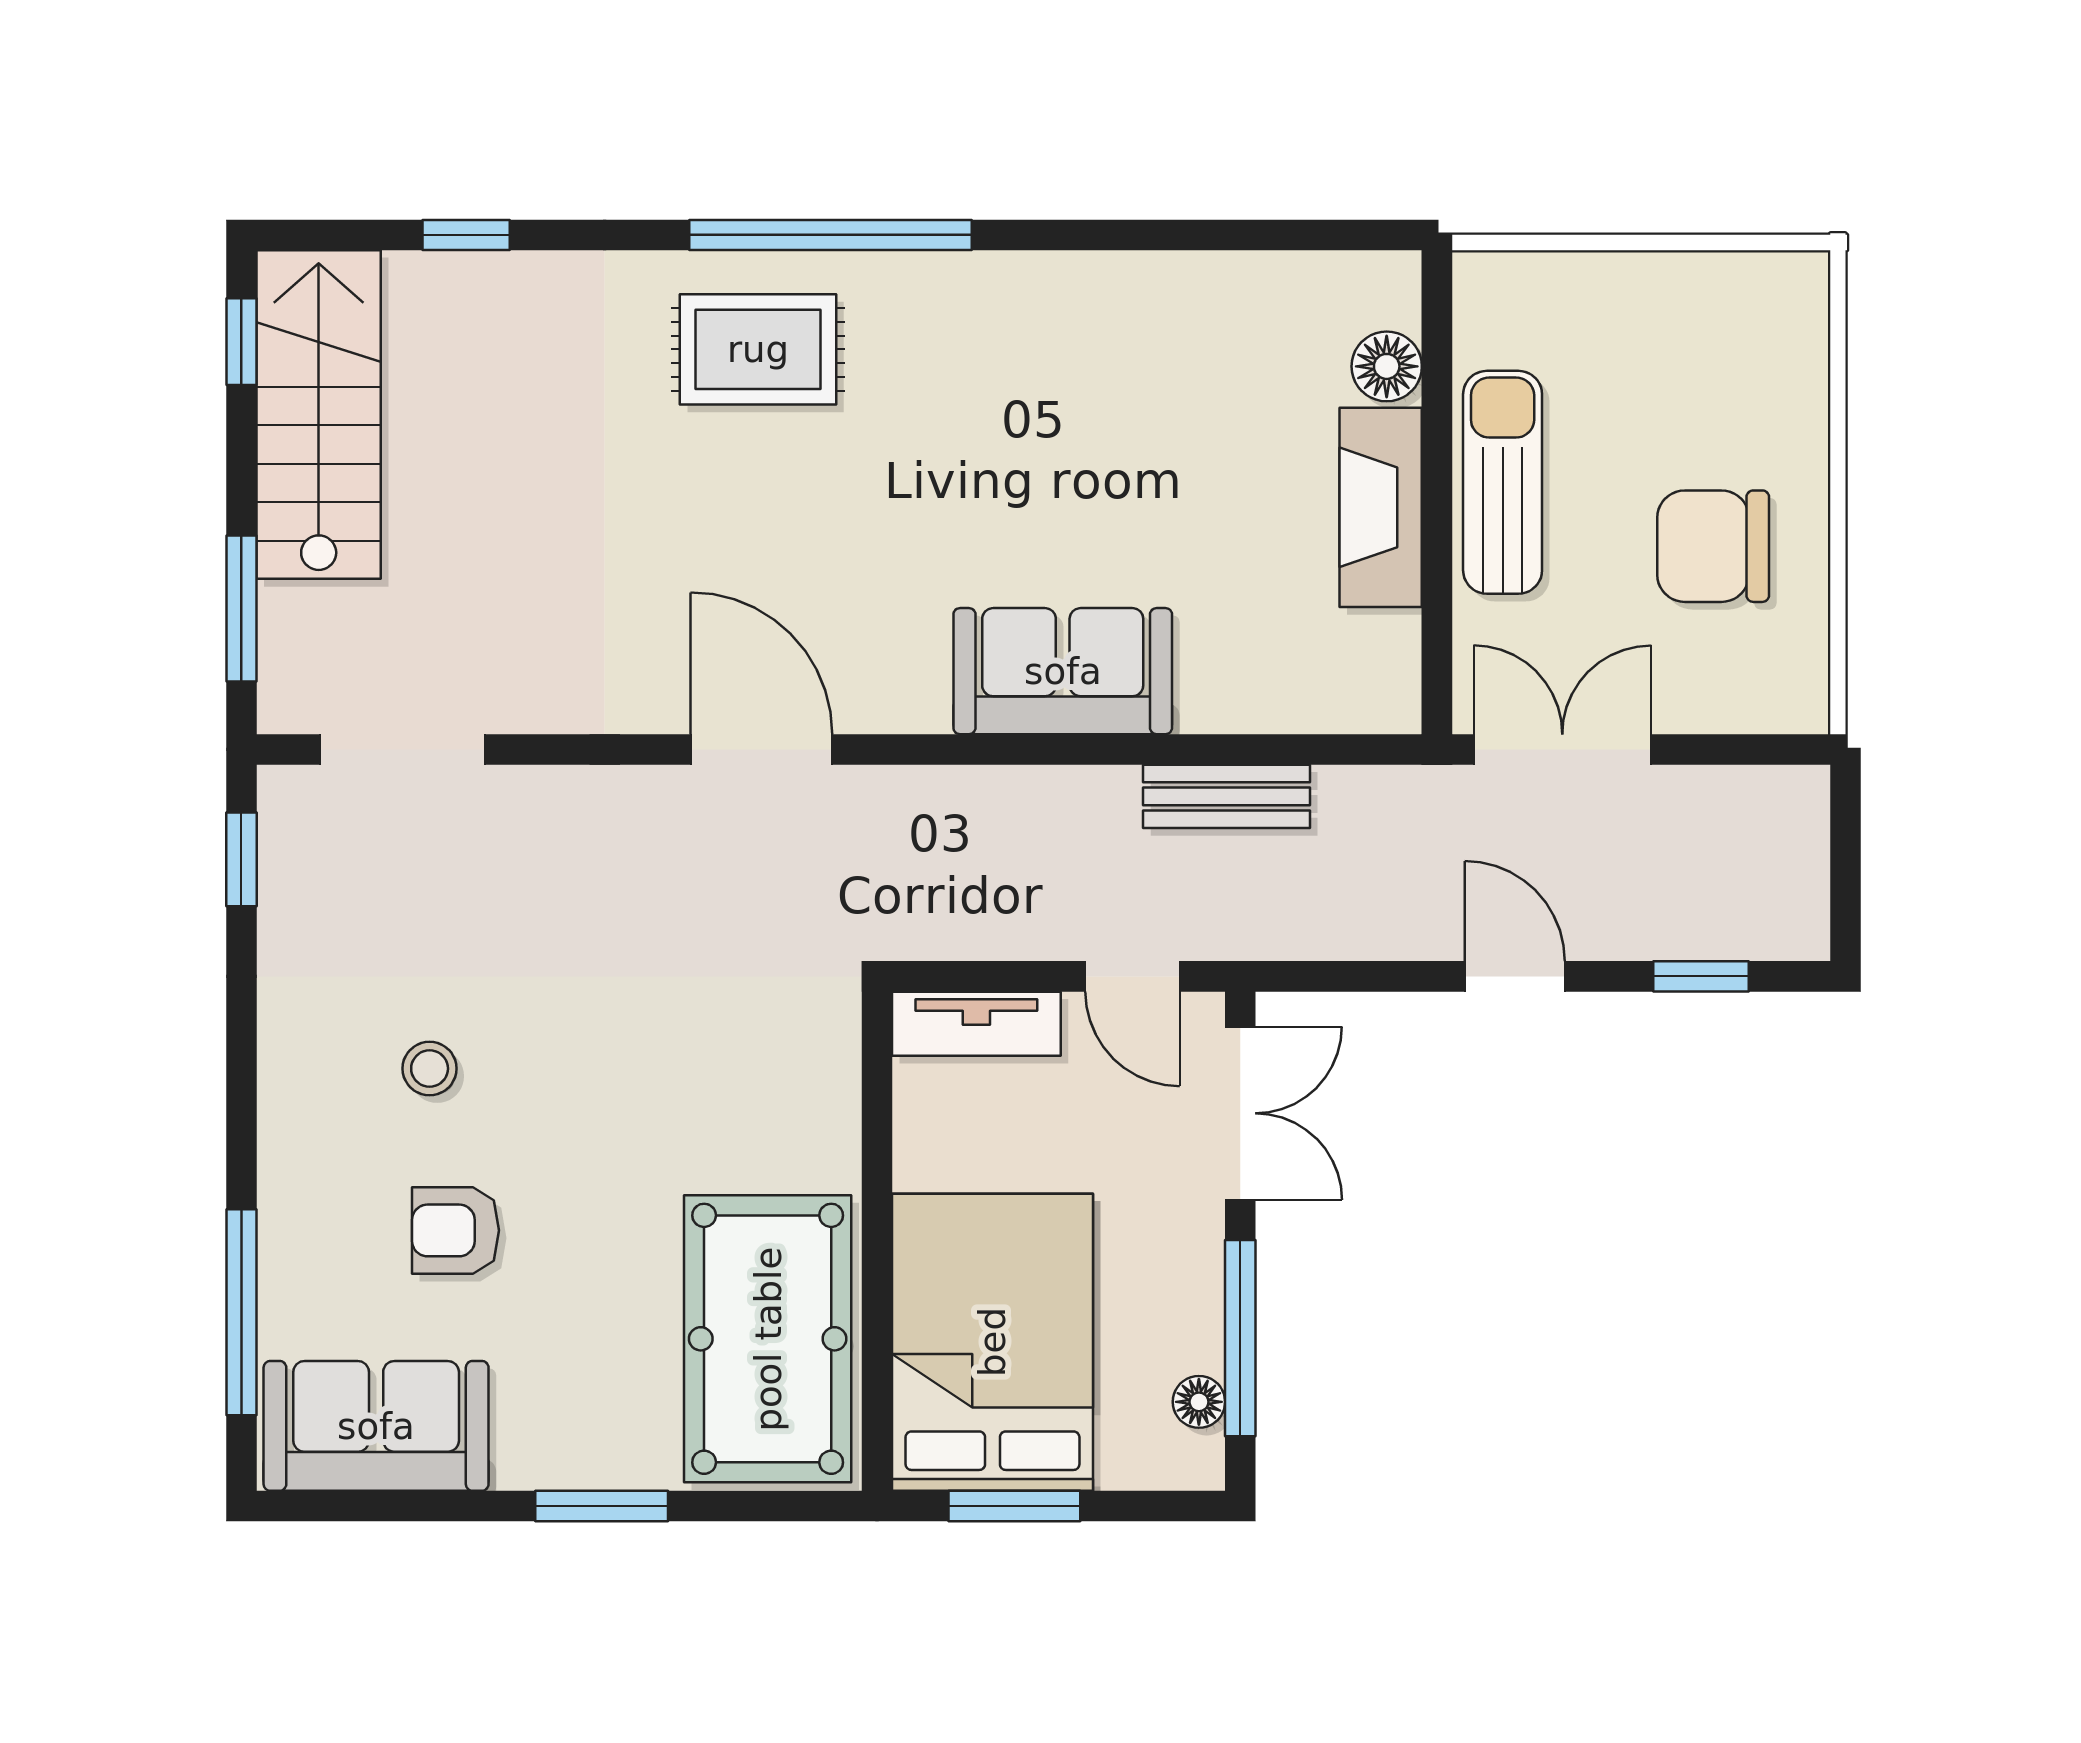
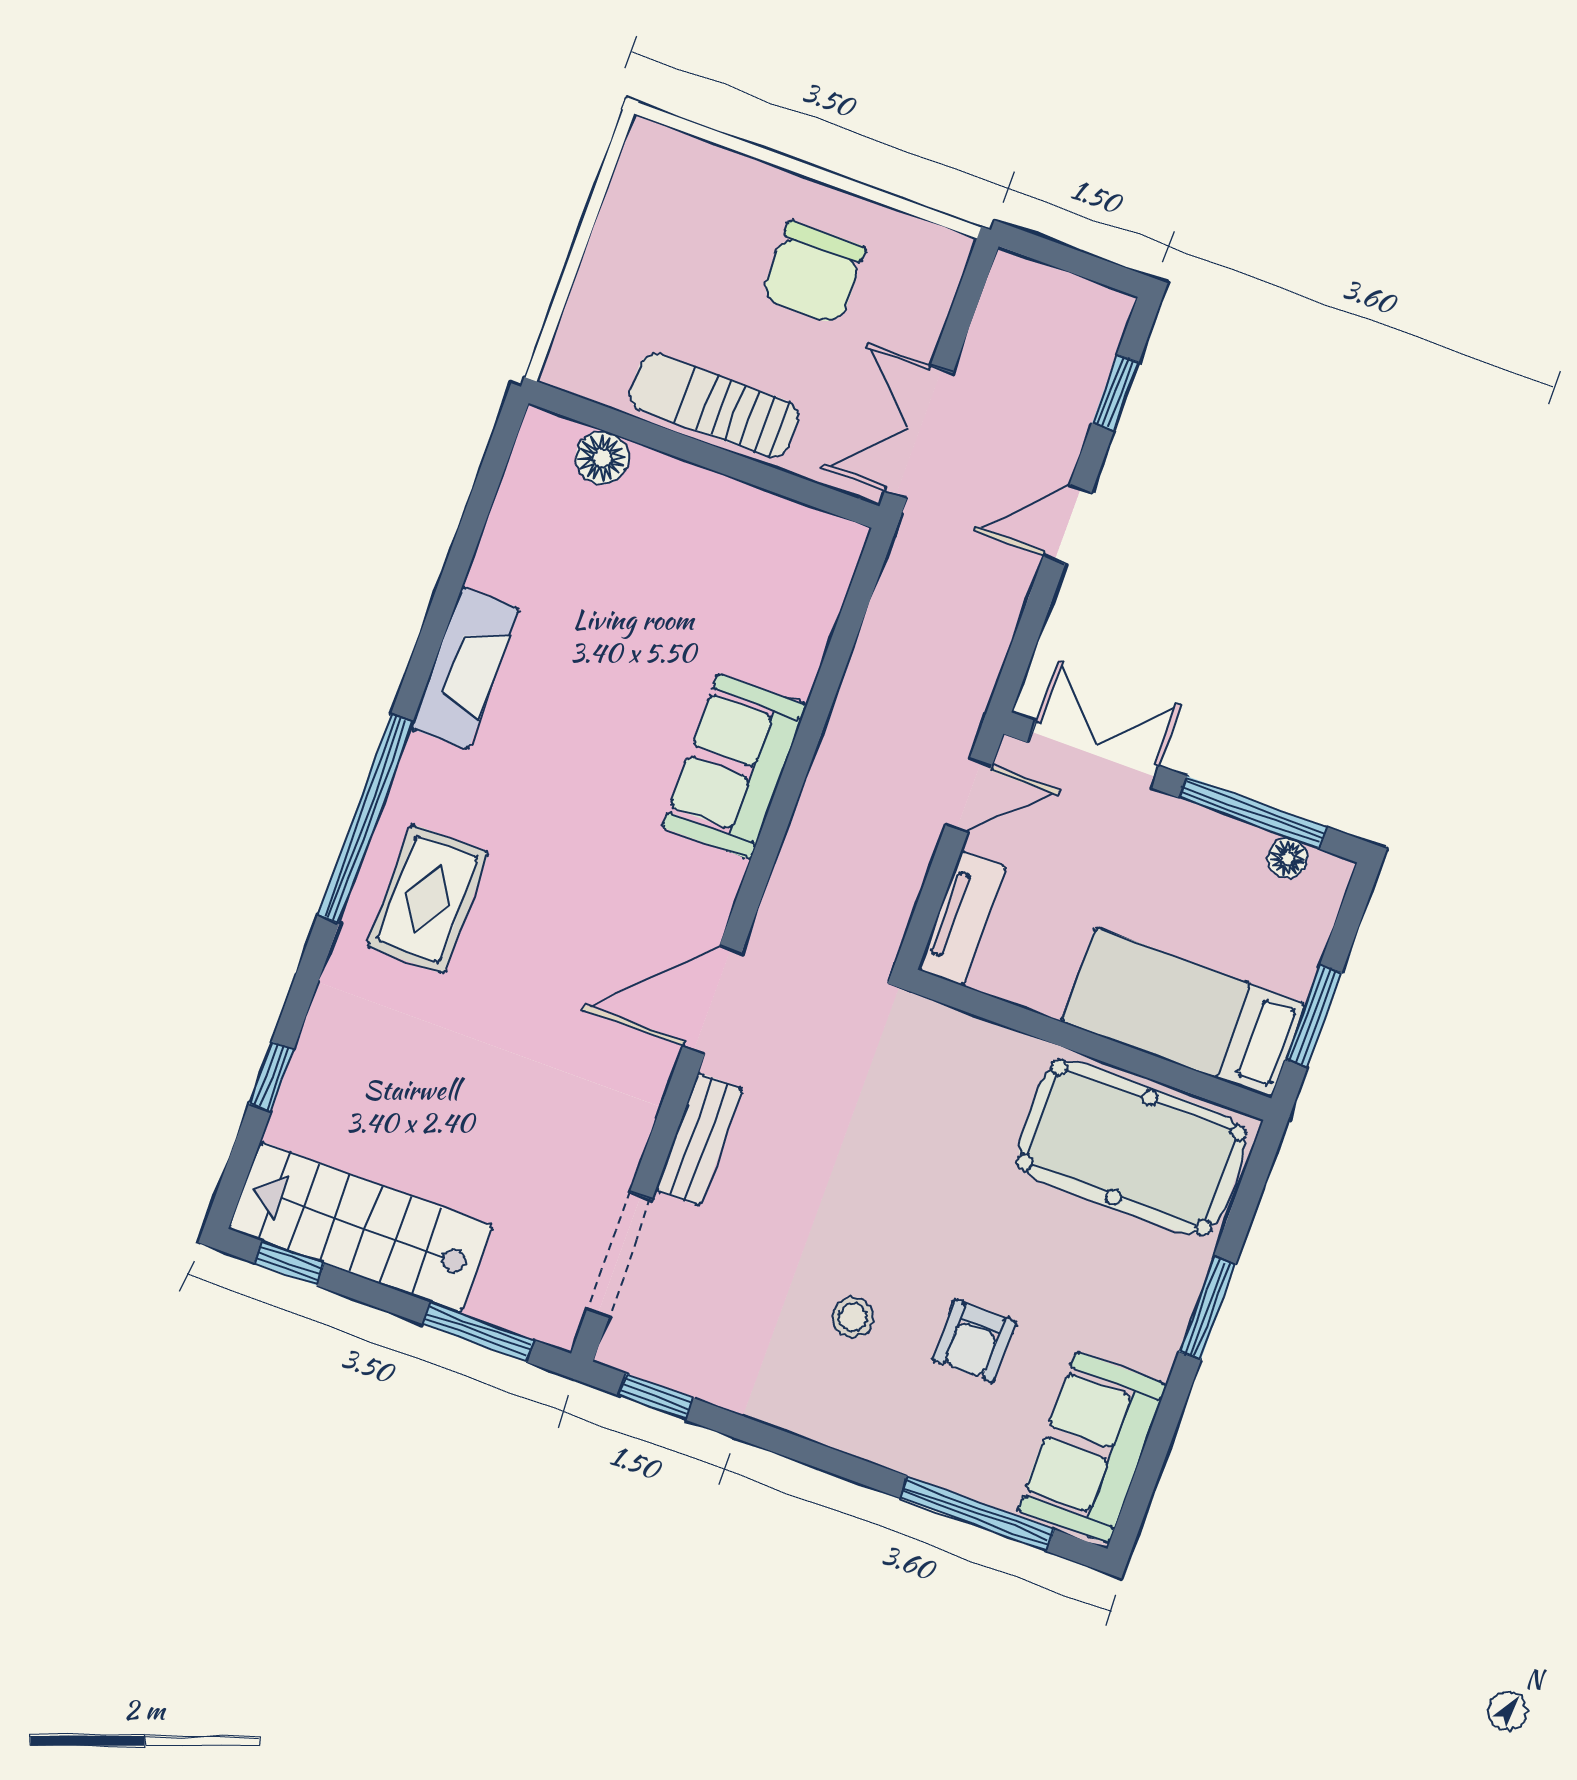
fireplace: (1381, 507) -> (465, 668), moved, turned -90
bench: (1227, 796) -> (699, 1139), moved
bed: (992, 1342) -> (1183, 1013), width x0.67

